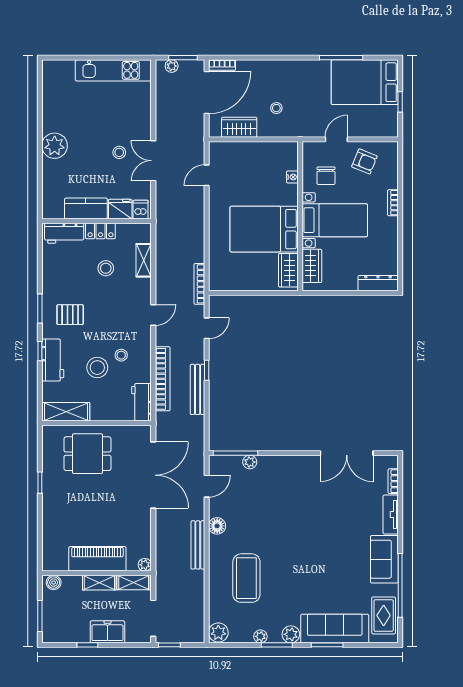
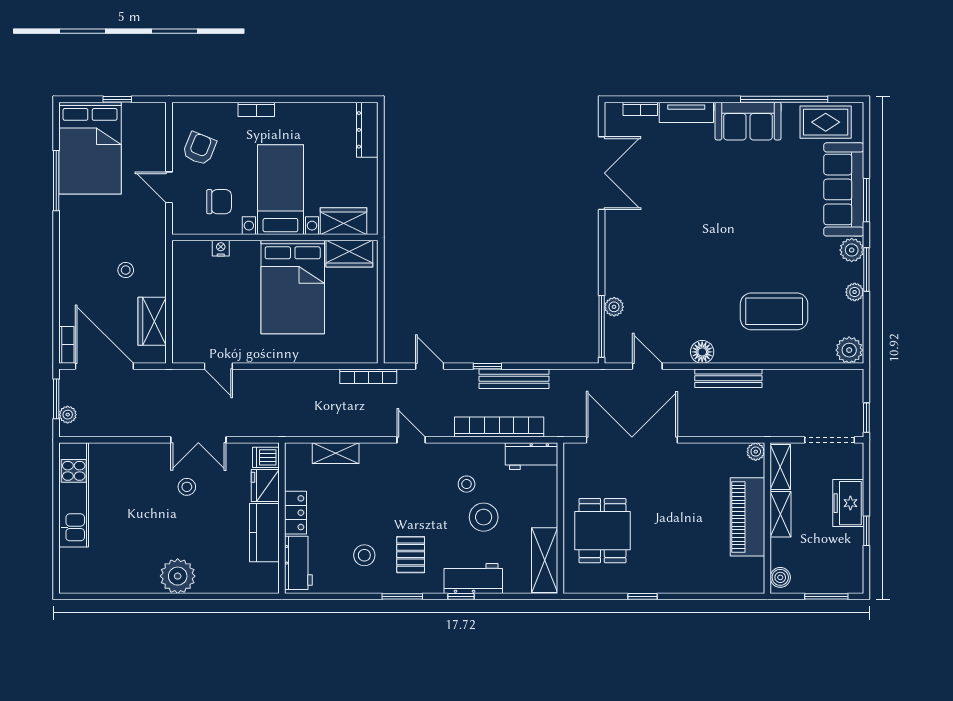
stool: (106, 268) -> (364, 555), moved

